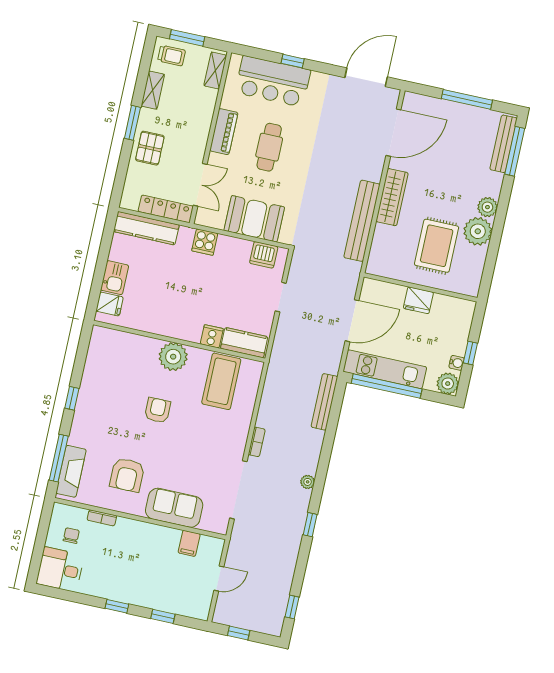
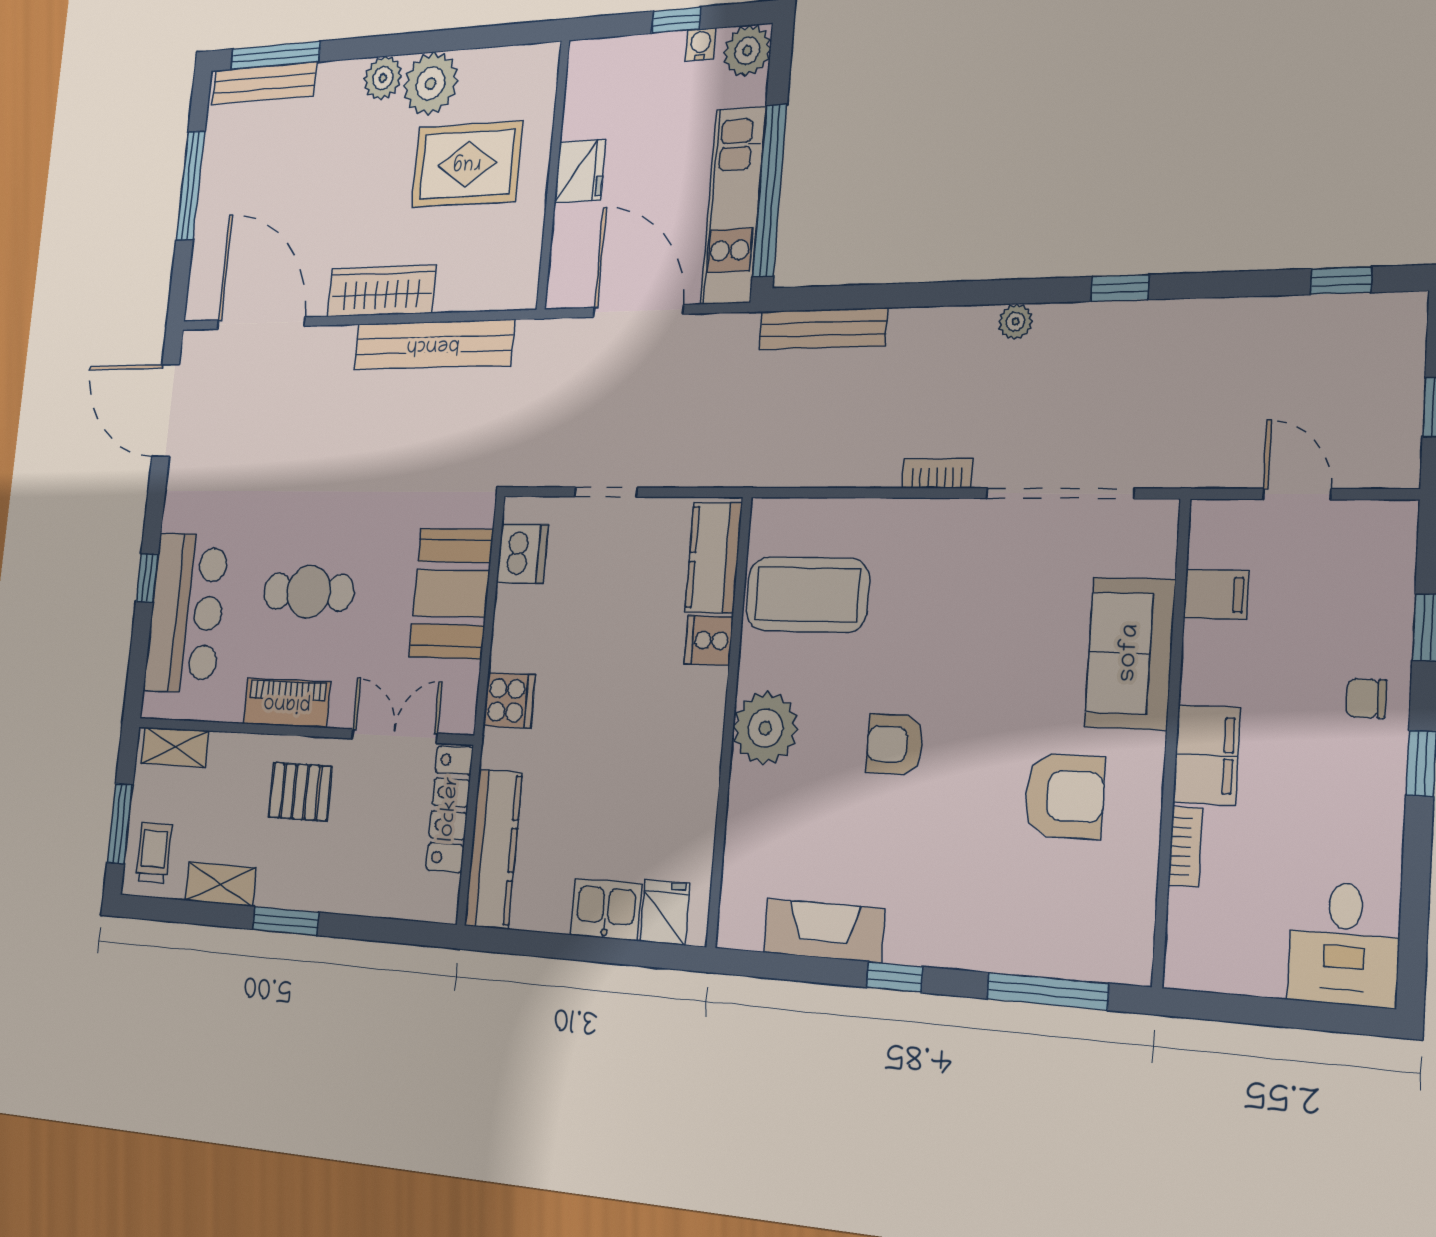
pallet: (150, 148) -> (300, 792), moved
fireplace: (71, 471) -> (824, 930), moved
filing cabinet: (133, 531) -> (1207, 755), added
chair: (71, 536) -> (1366, 698), moved

